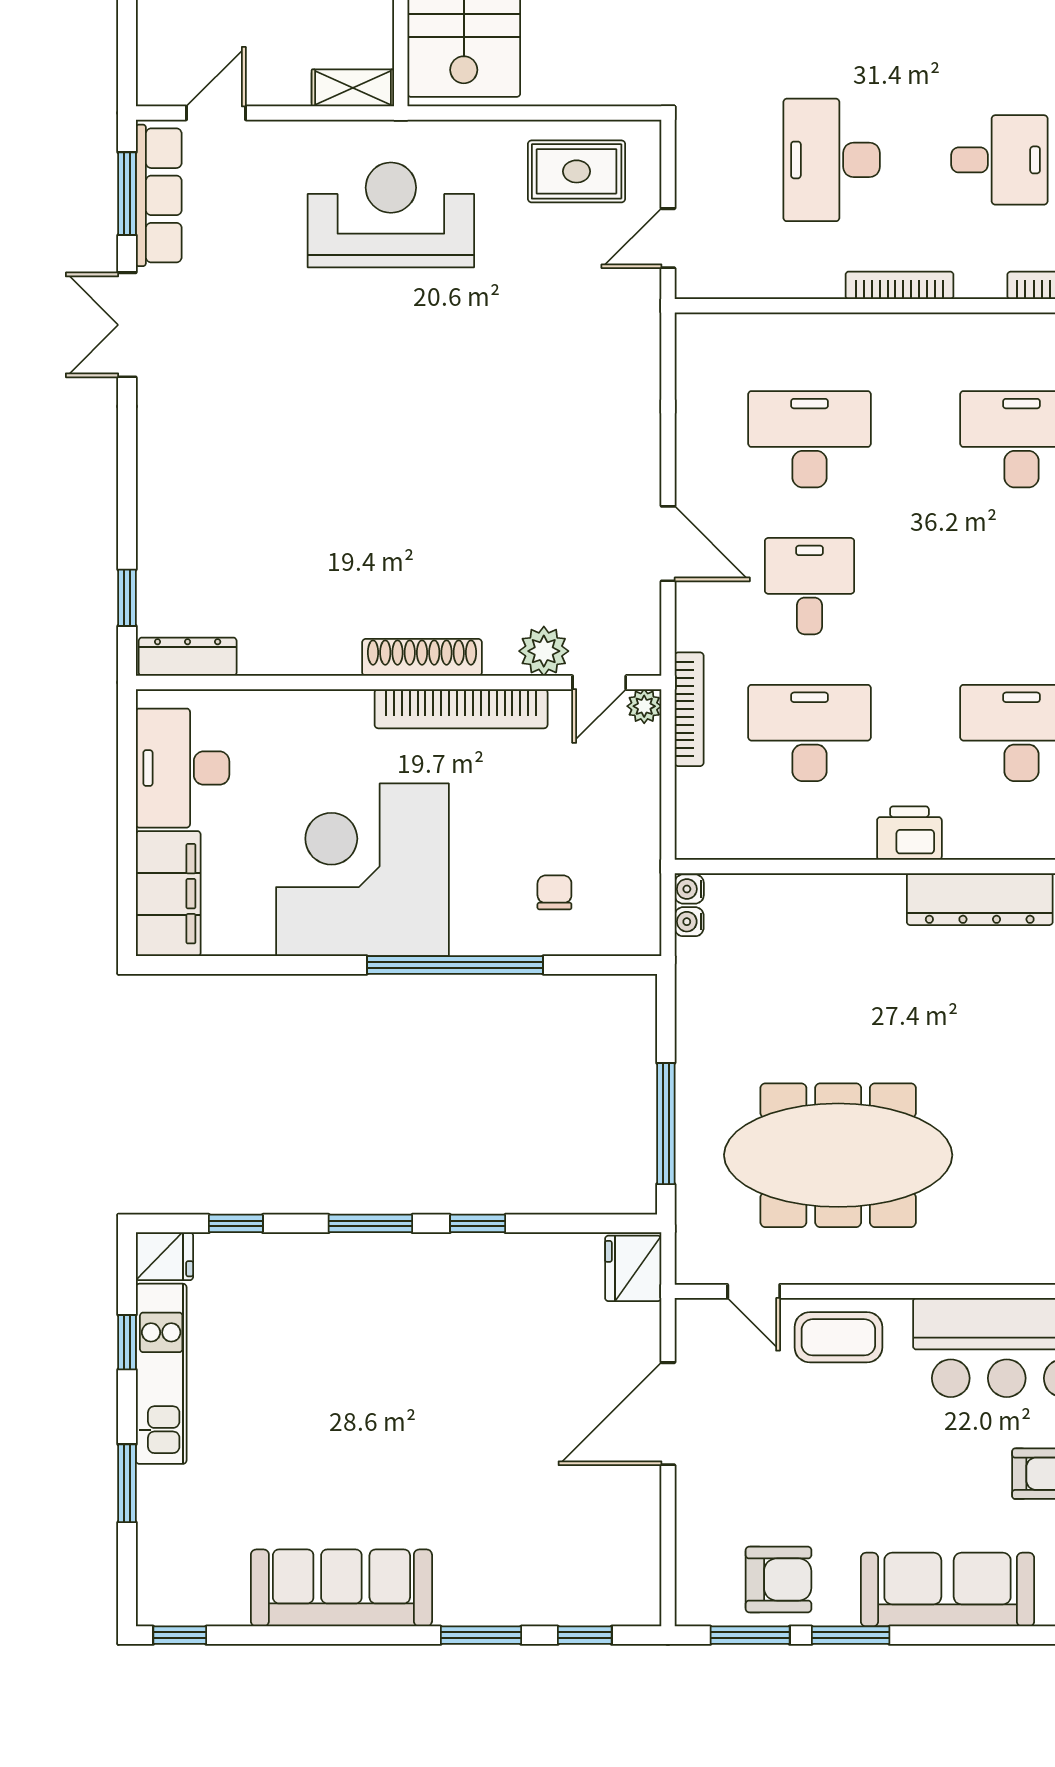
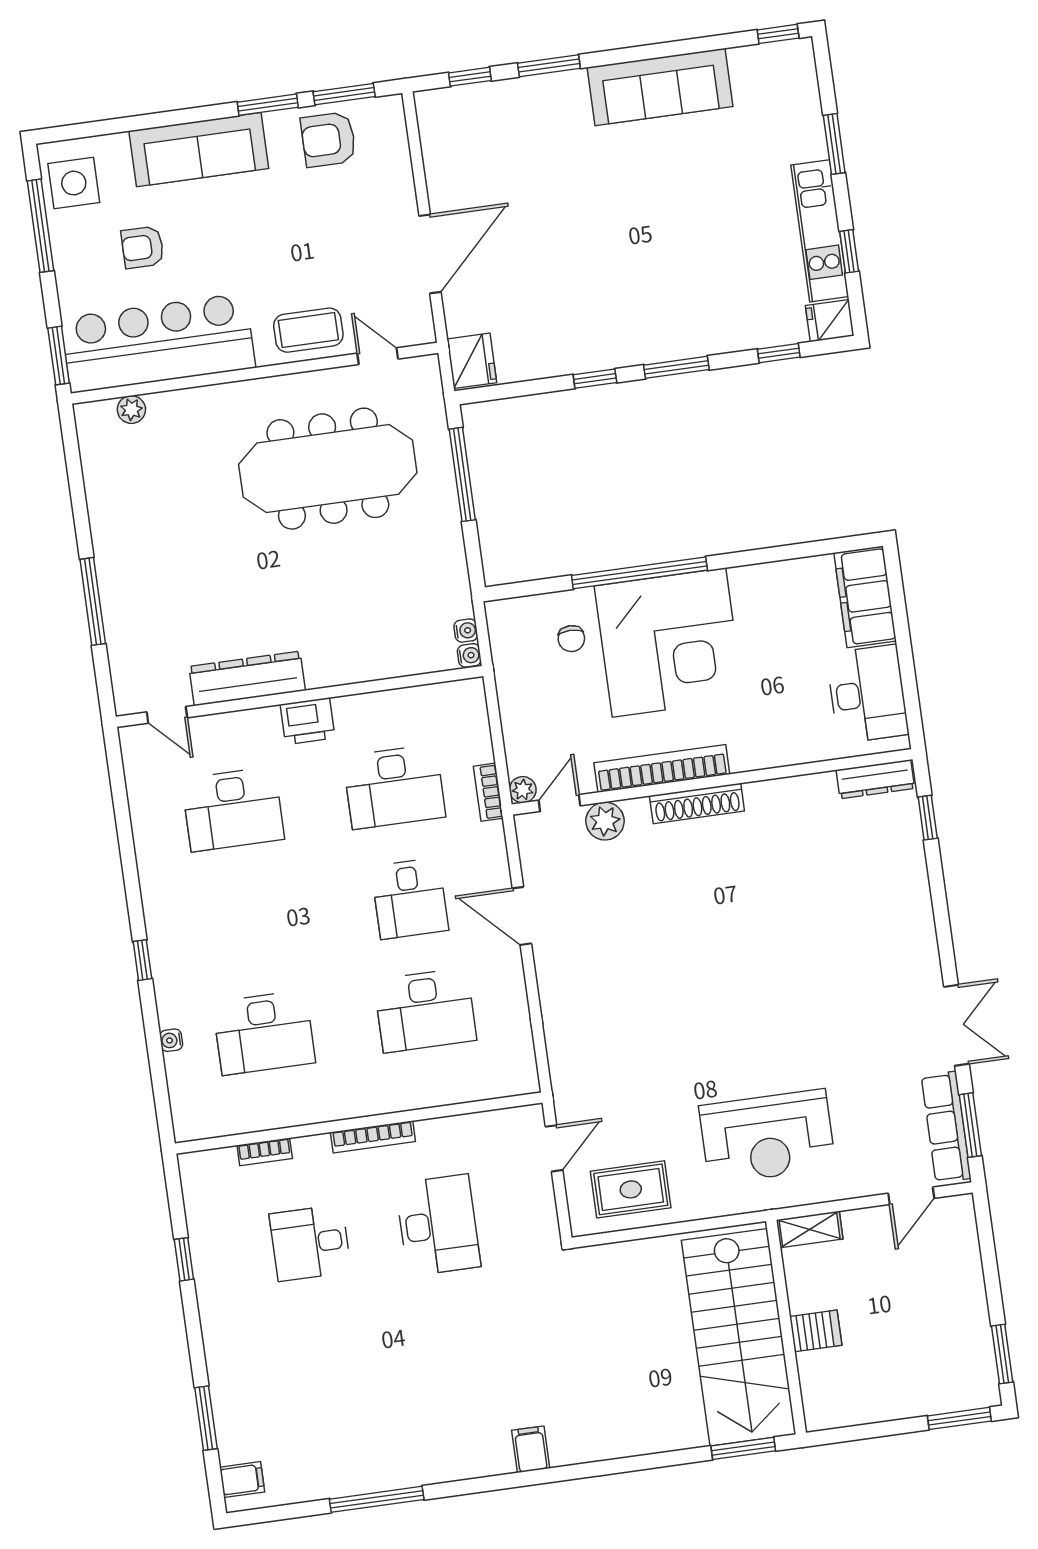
bookcase: (689, 709) -> (488, 792), width x0.64
corner desk: (362, 870) -> (669, 643), moved

